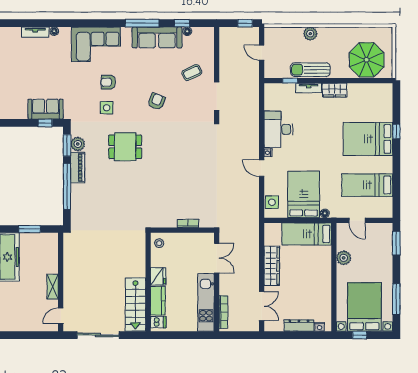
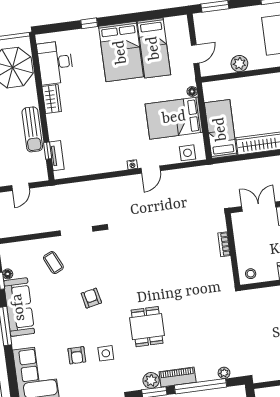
tv unit: (309, 88) -> (57, 156), moved
armchair: (156, 101) -> (91, 298), turned 57
desk: (278, 129) -> (55, 63), moved, turned 90
bed: (368, 139) -> (121, 52), moved
plant: (76, 208) -> (224, 373), added
bed: (307, 234) -> (221, 129), moved, turned 180

